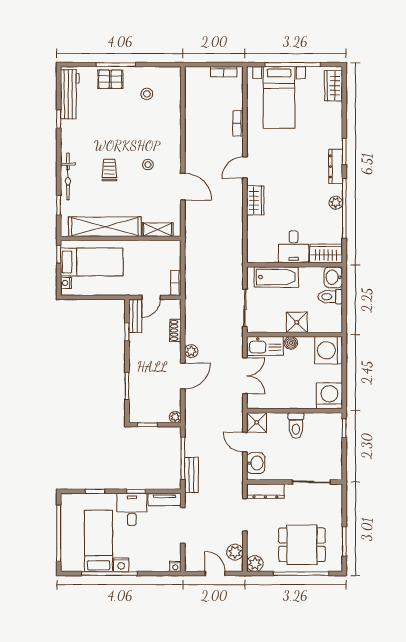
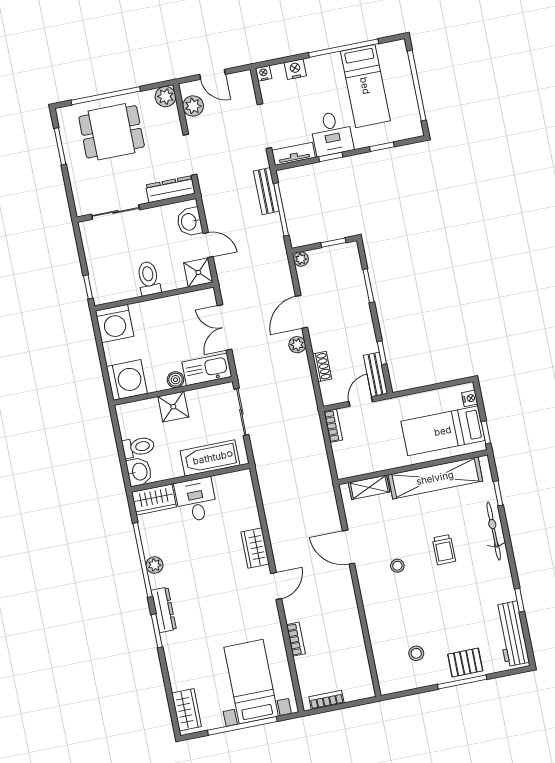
nightstand: (121, 565) -> (295, 69), moved

